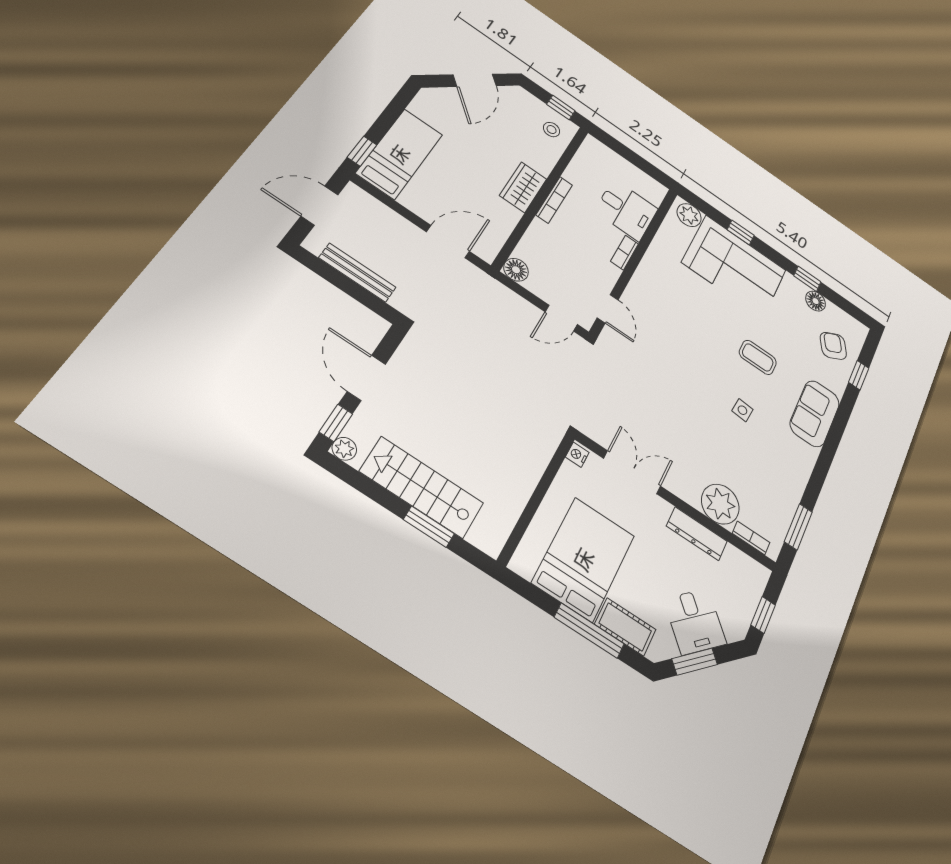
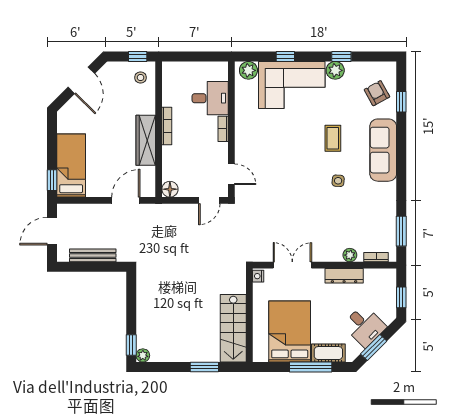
wardrobe: (523, 187) -> (146, 140), width x1.50
plant: (794, 288) -> (335, 70), added
floor lamp: (816, 301) -> (353, 69), removed
coffee table: (758, 357) -> (333, 138), turned 90
door: (366, 378) -> (131, 311), removed
sofa: (815, 414) -> (383, 150), width x1.36
stairs: (422, 487) -> (233, 328), moved, turned -90
plant: (720, 504) -> (350, 255), width x0.53, depth x0.53

